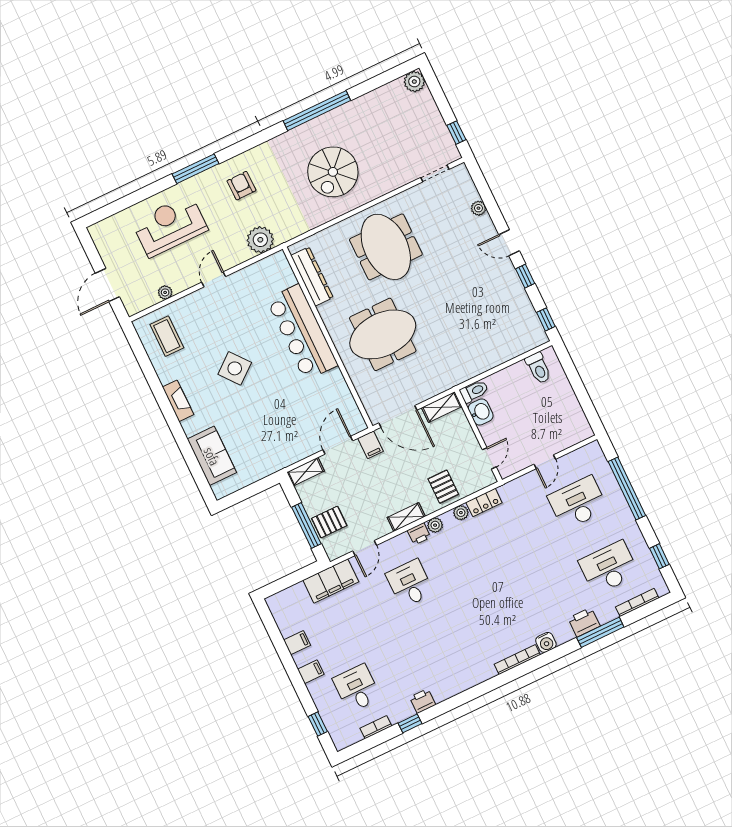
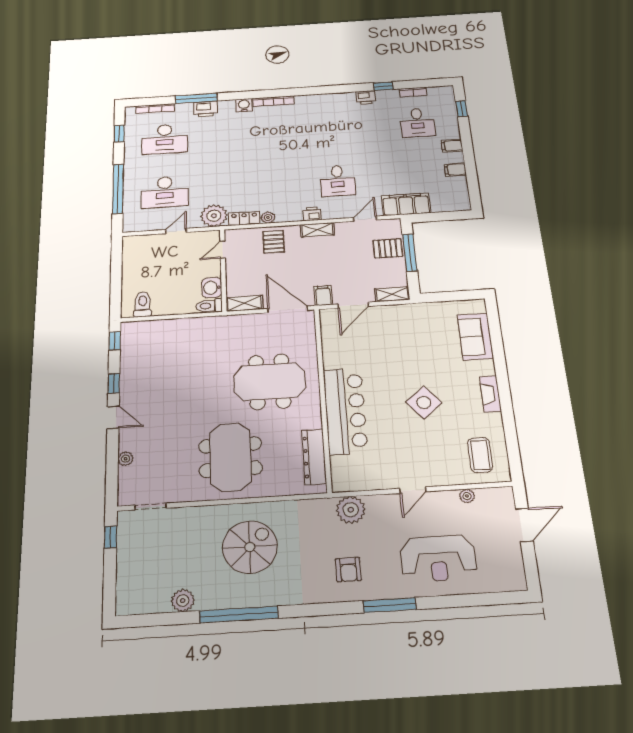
plant: (414, 82) -> (183, 601), moved
plant: (435, 525) -> (214, 216), moved, width x1.87, depth x1.87

